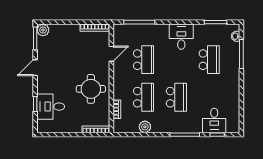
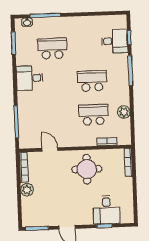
plant: (43, 30) -> (27, 190), moved
school desk: (144, 60) -> (55, 116), removed

